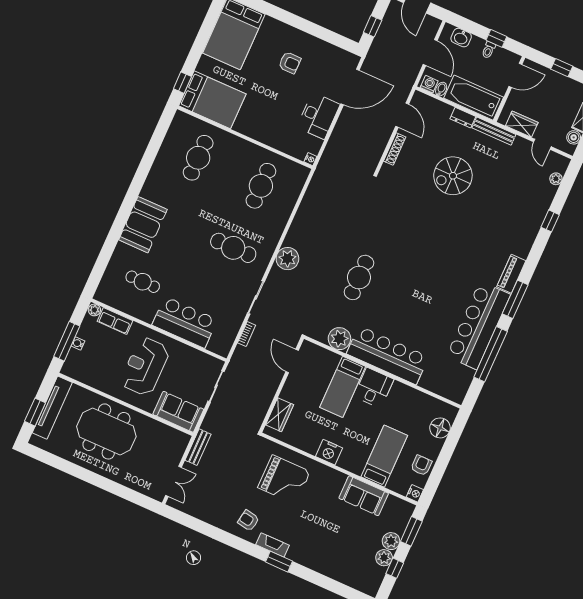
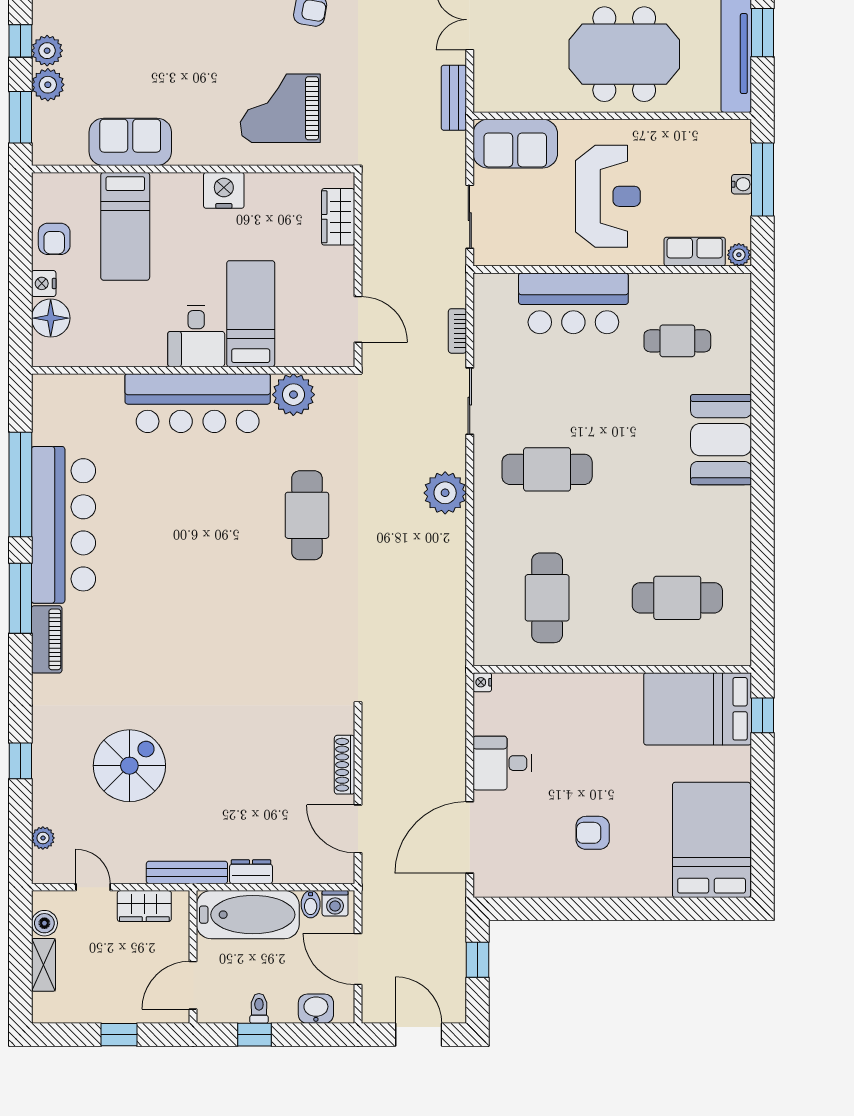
desk: (318, 116) -> (502, 763), width x0.73
cafe table: (198, 158) -> (677, 598), turned 90
spiral stairs: (453, 176) -> (129, 766), moved
nightstand: (415, 493) -> (44, 283), moved

